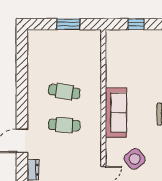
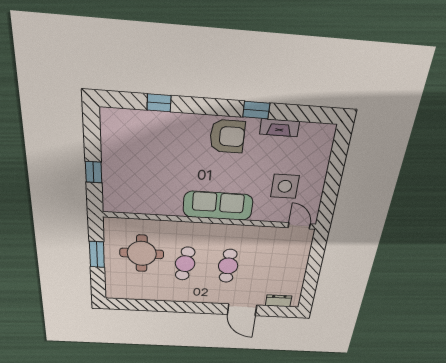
round table: (72, 58) -> (142, 253), added
side table: (135, 159) -> (285, 186), turned 37

